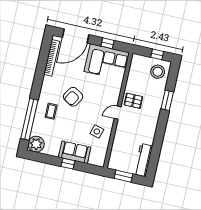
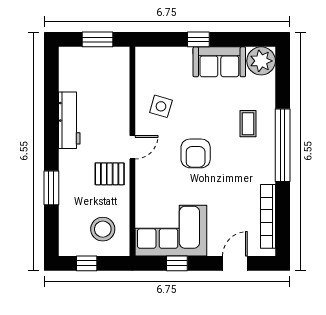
door: (76, 36) -> (235, 263), width x0.53
stool: (158, 72) -> (103, 229), moved
armchair: (73, 97) -> (196, 153), moved, turned 149
window: (29, 119) -> (283, 145), moved
sofa: (75, 152) -> (219, 62), moved
workbench: (143, 160) -> (69, 120), moved

